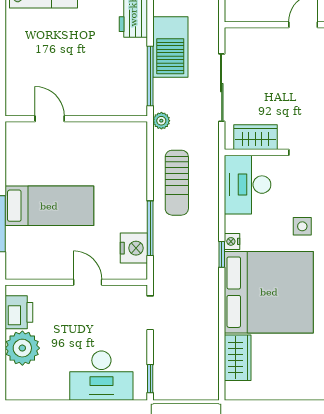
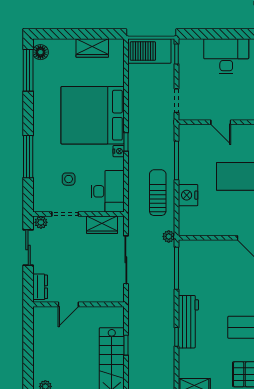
barbecue: (170, 47) -> (149, 51), moved, turned -90
side table: (302, 226) -> (69, 179), moved
nightstand: (134, 248) -> (188, 195), moved
wardrobe: (238, 358) -> (92, 48), moved, turned -90
desk: (101, 376) -> (226, 56), moved

